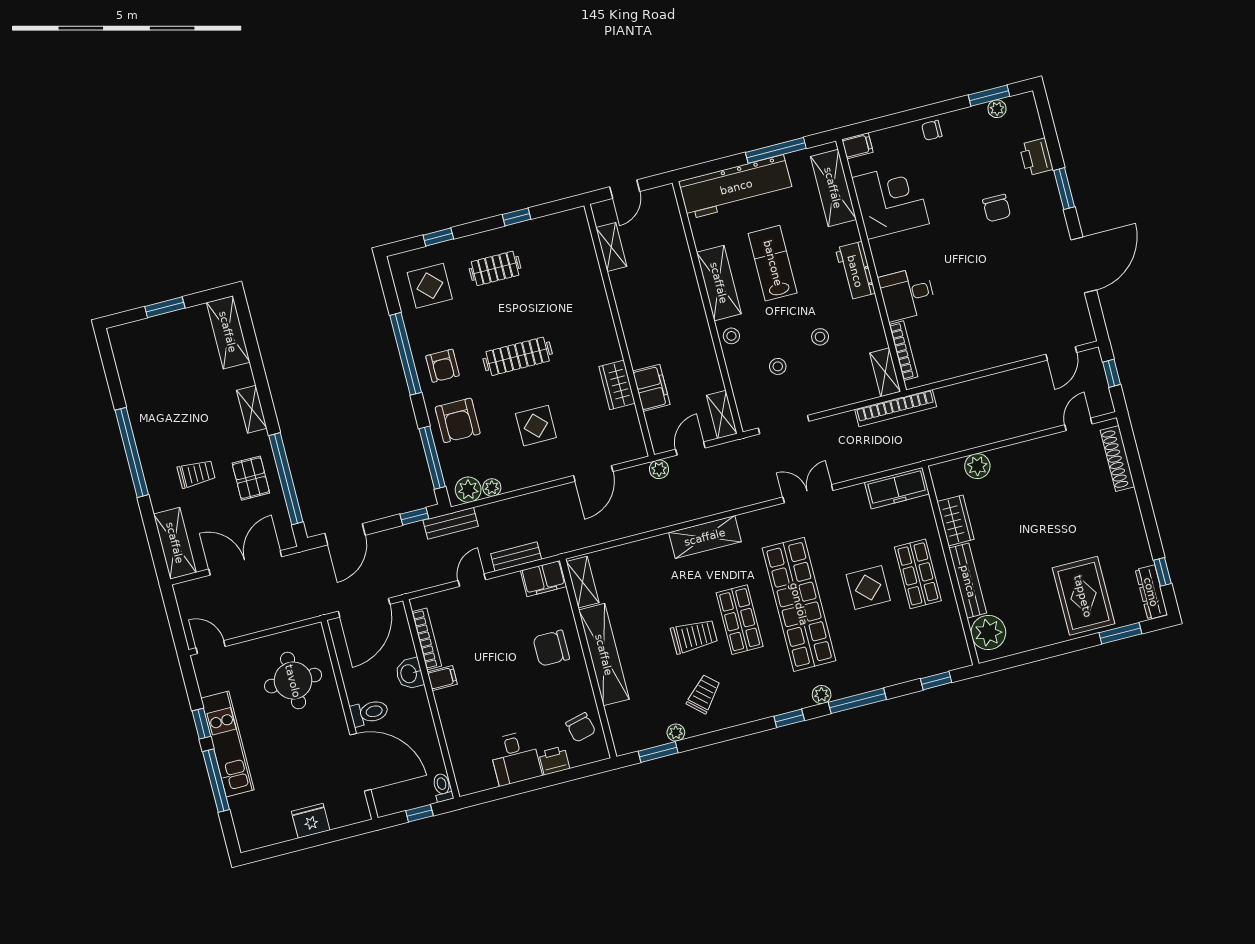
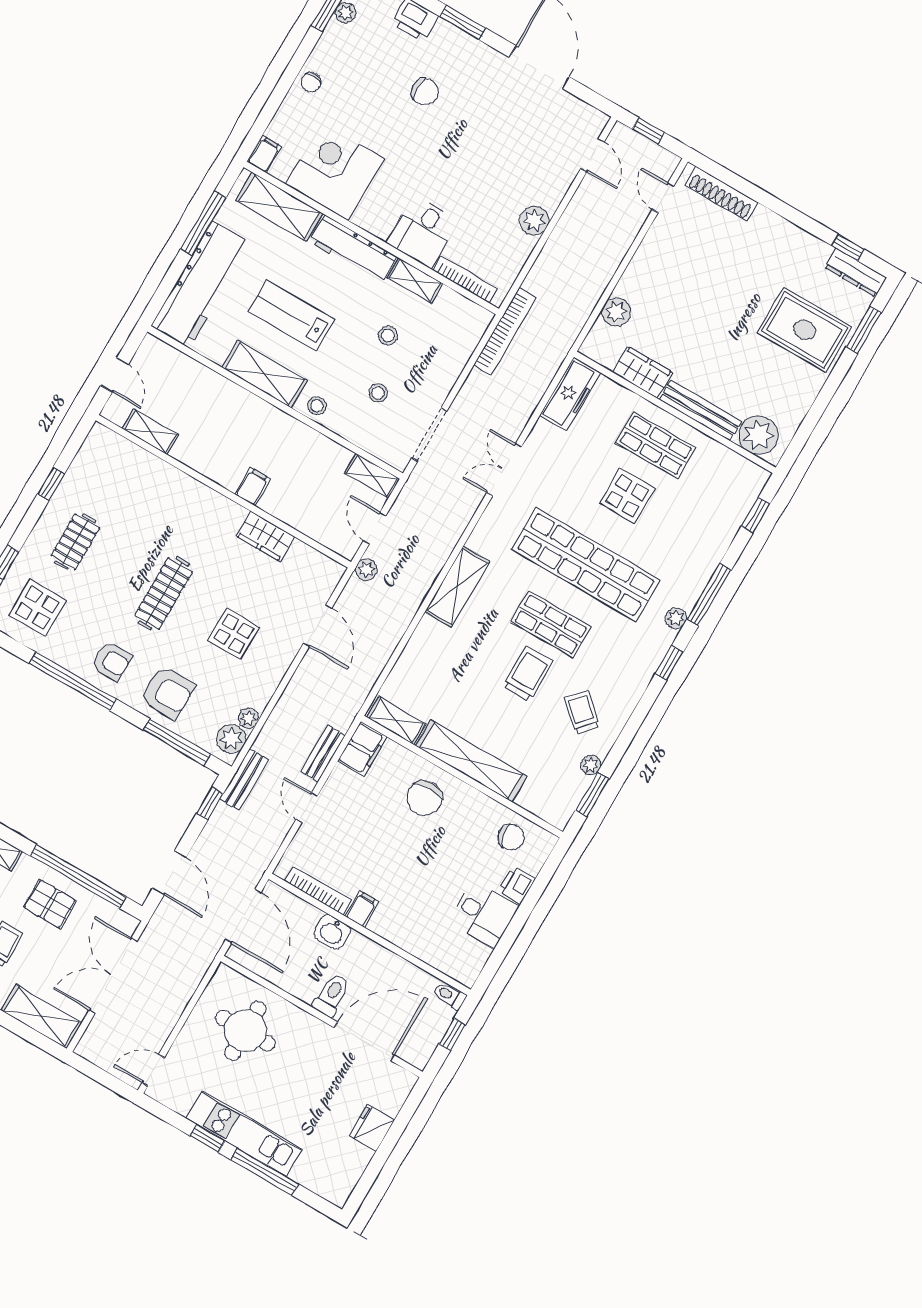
workbench: (855, 271) -> (353, 249), width x1.38
plant: (984, 357) -> (534, 221), added
shelving: (885, 372) -> (415, 281), moved
filing cabinet: (651, 388) -> (253, 486), moved, width x0.50

